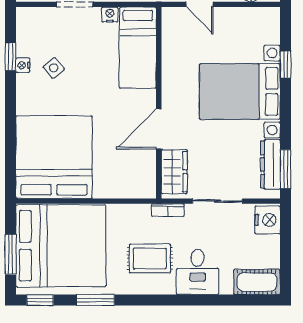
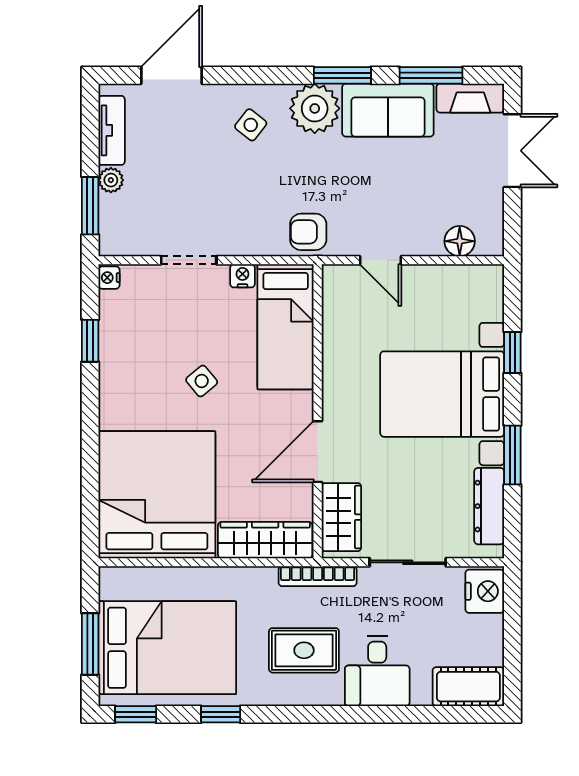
nightstand: (23, 65) -> (109, 278), moved
side table: (54, 68) -> (202, 381), moved
window: (286, 169) -> (512, 455), moved
wardrobe: (125, 187) -> (265, 540), added
bookcase: (168, 210) -> (318, 576), width x1.56
bed: (61, 246) -> (167, 648), width x0.73
window: (96, 300) -> (221, 714), width x0.67

